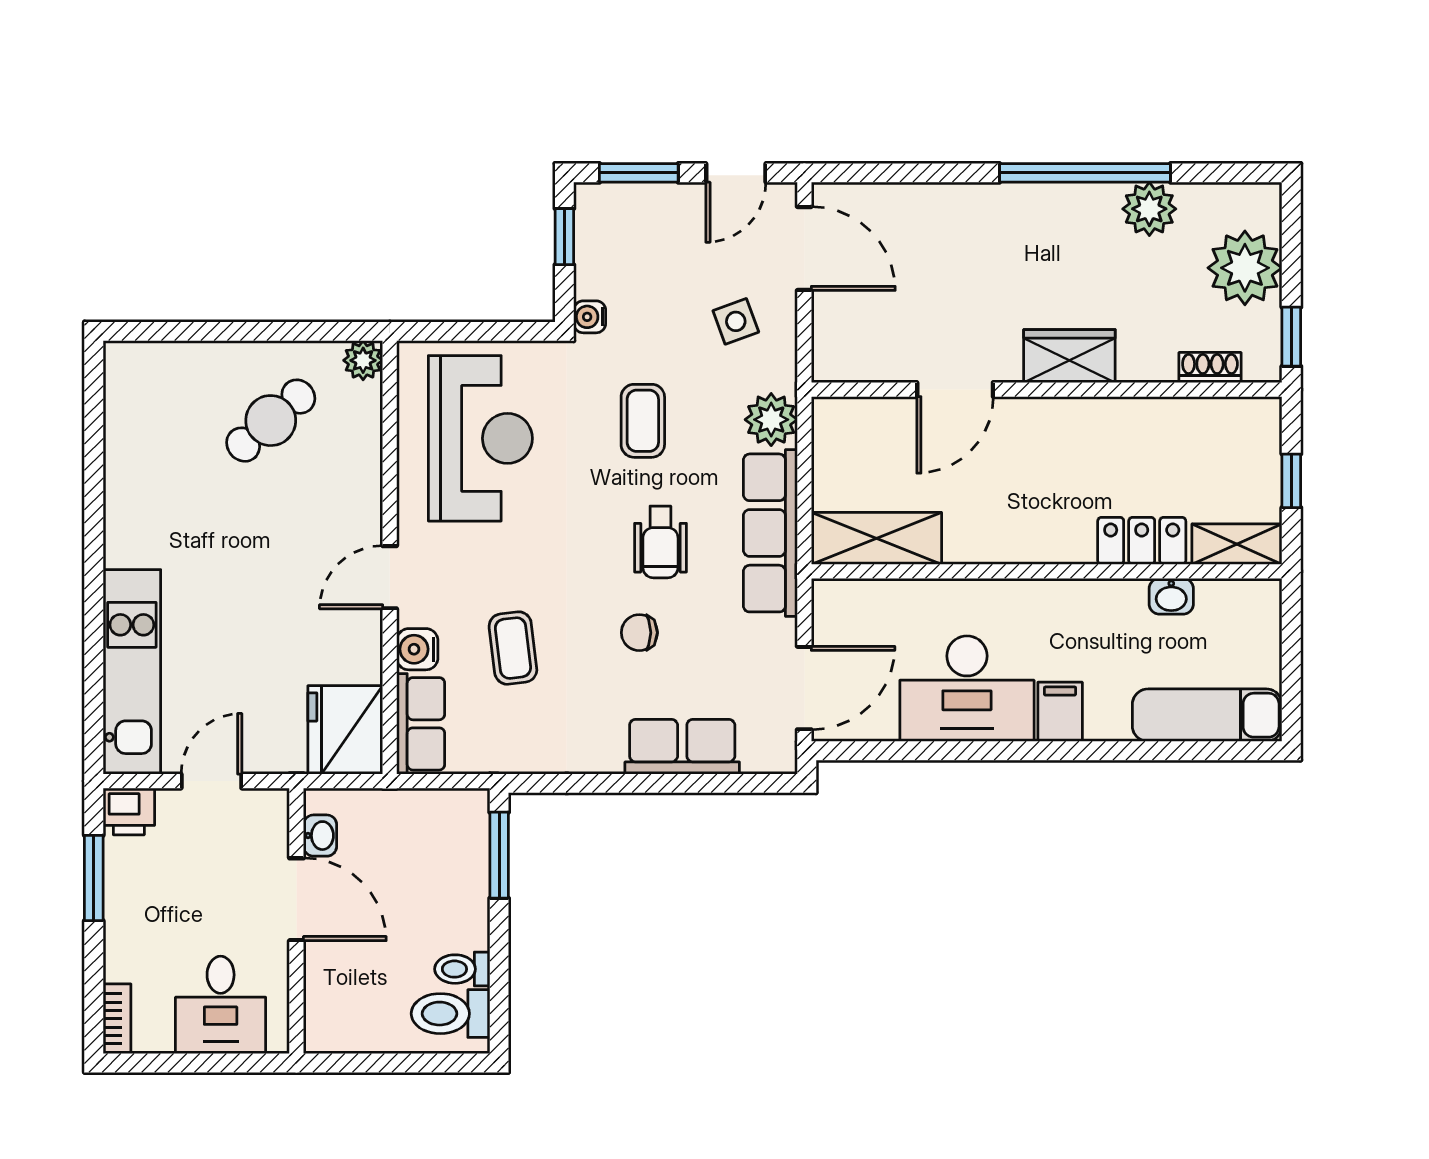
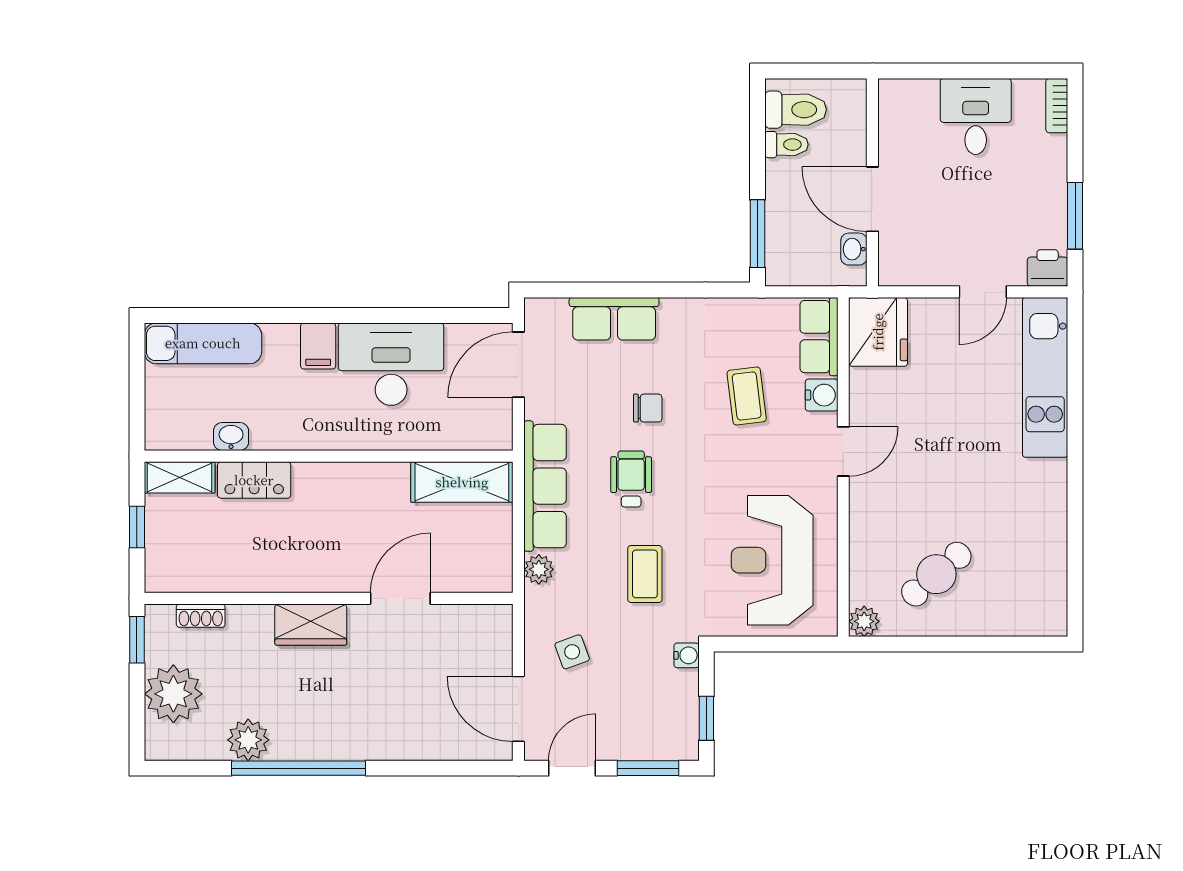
plant: (771, 420) -> (539, 569), width x0.73, depth x0.73
washbasin: (320, 836) -> (854, 249), moved
door: (296, 899) -> (872, 199), moved
wall: (296, 921) -> (872, 182), moved

